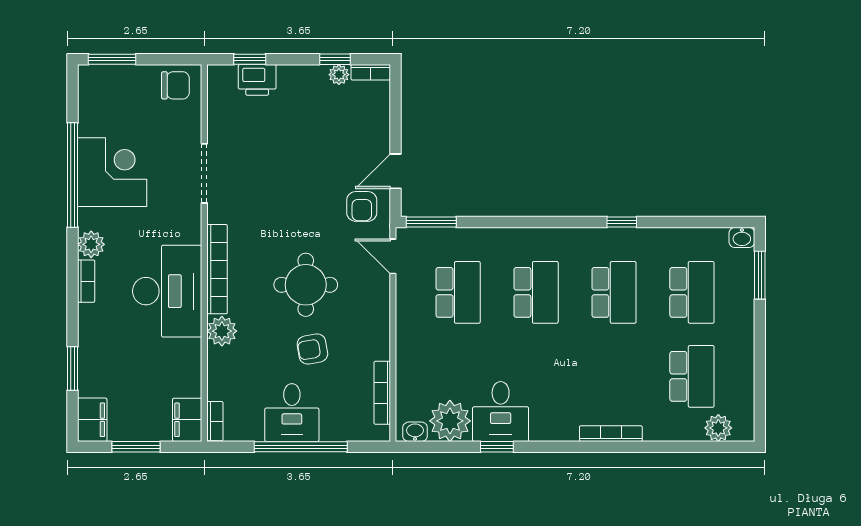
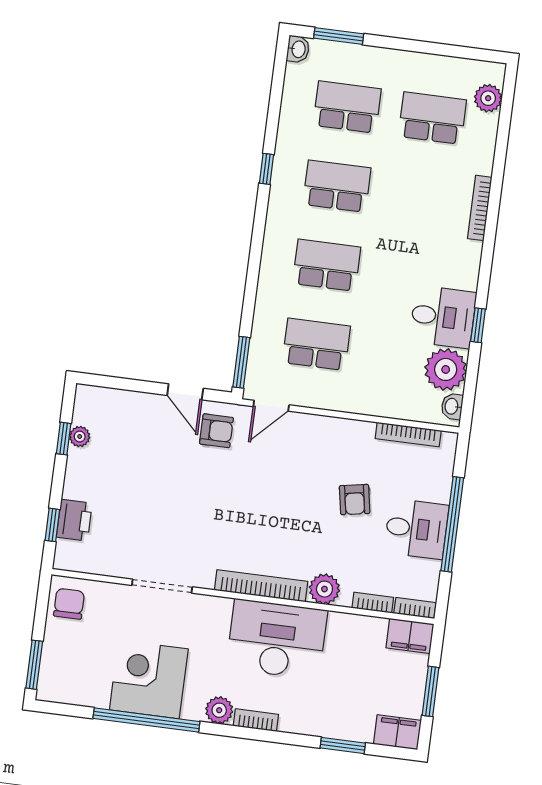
bookcase: (371, 72) -> (373, 603), moved, turned -90
round table: (306, 285) -> (289, 498), removed

